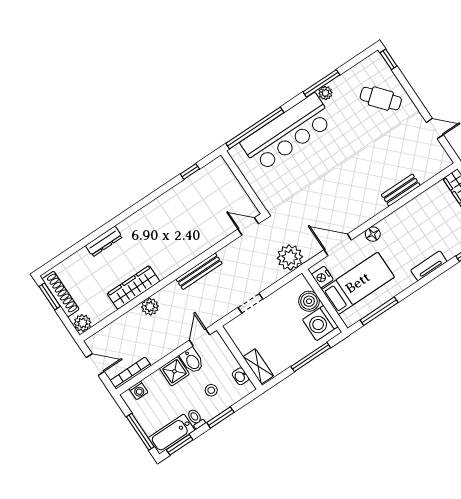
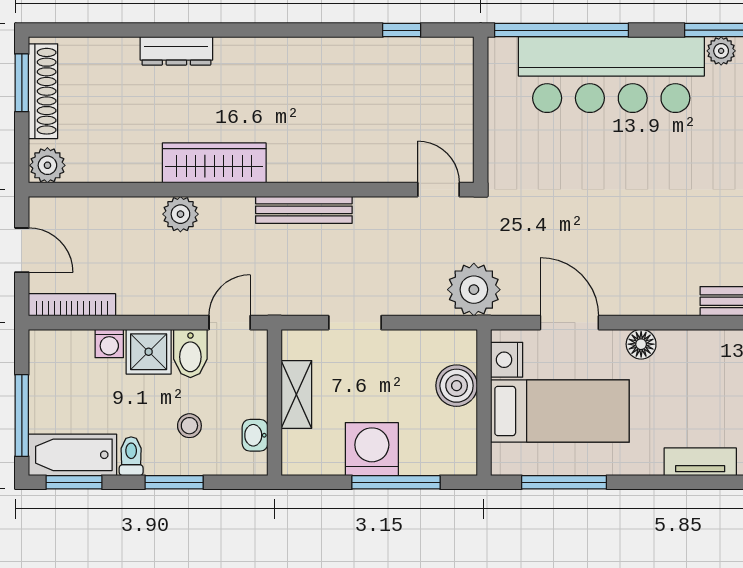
wardrobe: (133, 287) -> (214, 163), moved
washing machine: (320, 323) -> (372, 449), moved, turned 90
shelving: (258, 366) -> (296, 394), moved
washing machine: (138, 391) -> (109, 344), moved

